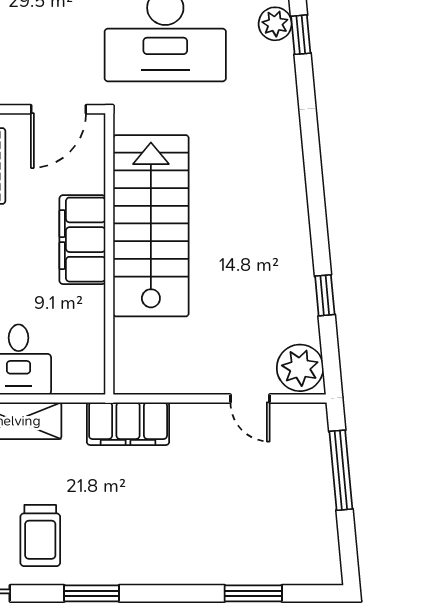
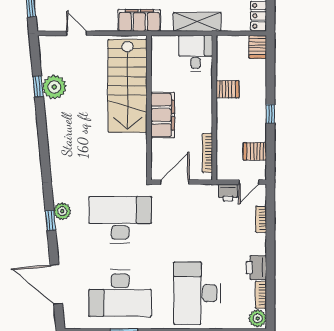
plant: (275, 24) -> (62, 211), moved
stairs: (151, 226) -> (127, 86), moved
plant: (300, 368) -> (54, 87), moved

